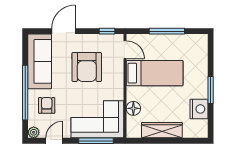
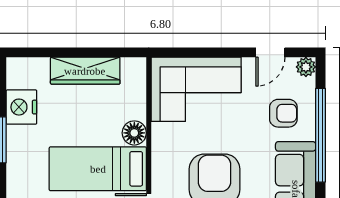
armchair: (47, 105) -> (283, 113), turned -90
floor lamp: (133, 108) -> (134, 133), moved
window: (96, 141) -> (199, 52), removed

